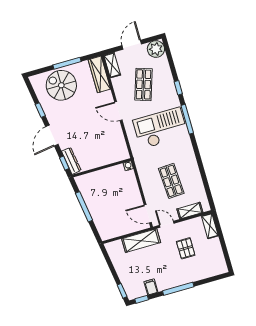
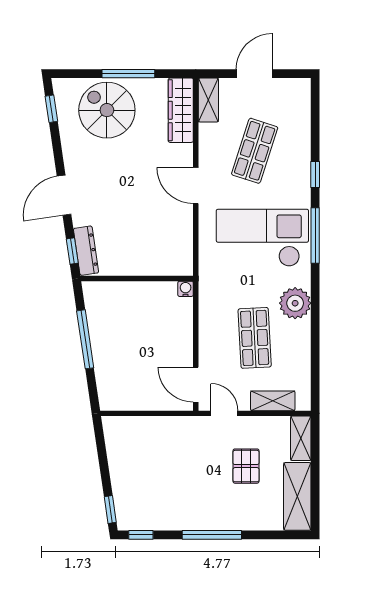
plant: (156, 49) -> (295, 303), moved
window: (40, 110) -> (51, 109), moved
shelving: (141, 241) -> (297, 496), moved, turned 90
filing cabinet: (151, 287) -> (164, 517), removed

